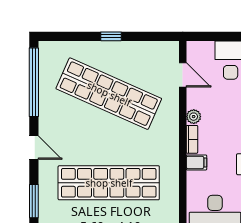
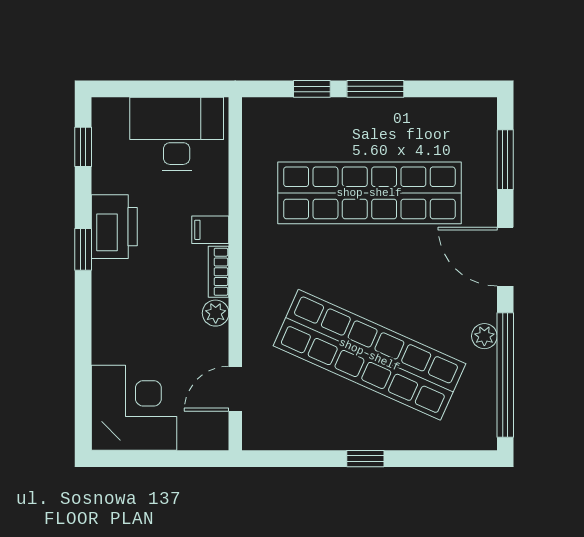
door: (183, 75) -> (235, 389), hinge flipped
plant: (45, 104) -> (484, 336), added
door: (34, 148) -> (505, 257), width x1.38

